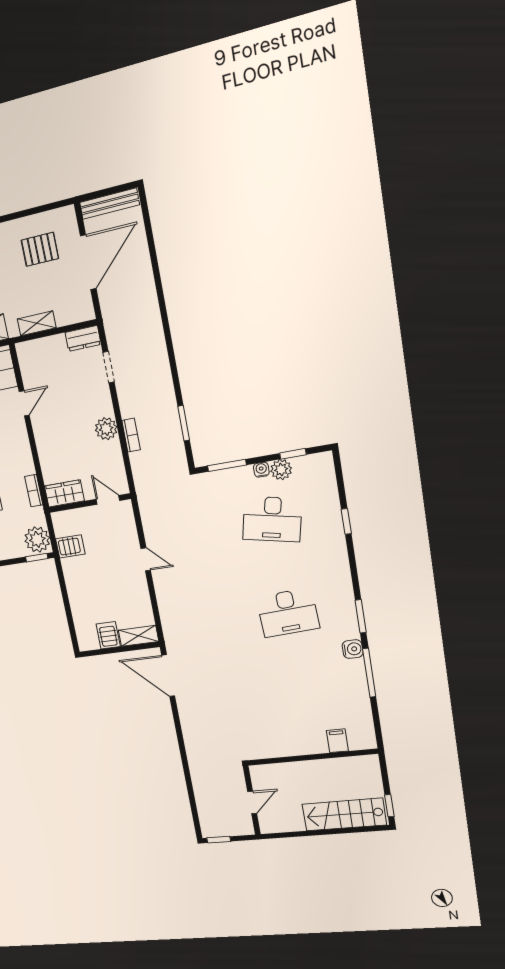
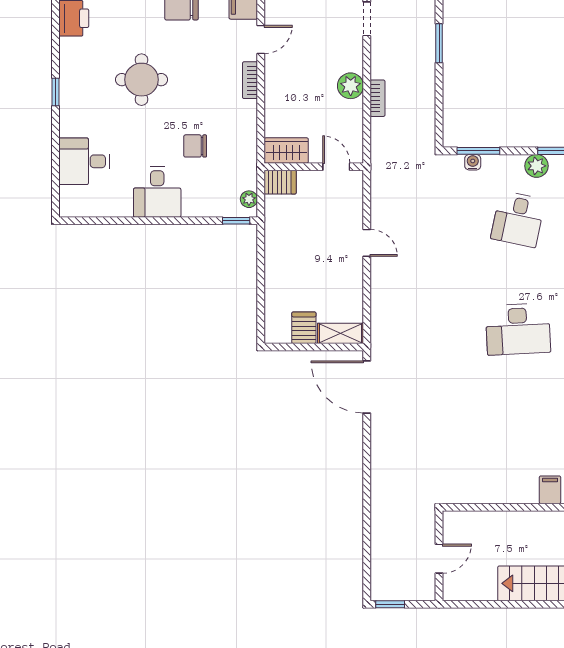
window: (184, 423) -> (439, 43), moved
water cooler: (261, 470) -> (473, 162), moved
bookcase: (34, 491) -> (250, 80), moved
desk: (272, 519) -> (518, 219), width x0.73
plant: (37, 539) -> (249, 199), width x0.53, depth x0.53
server rack: (70, 546) -> (280, 182), moved

